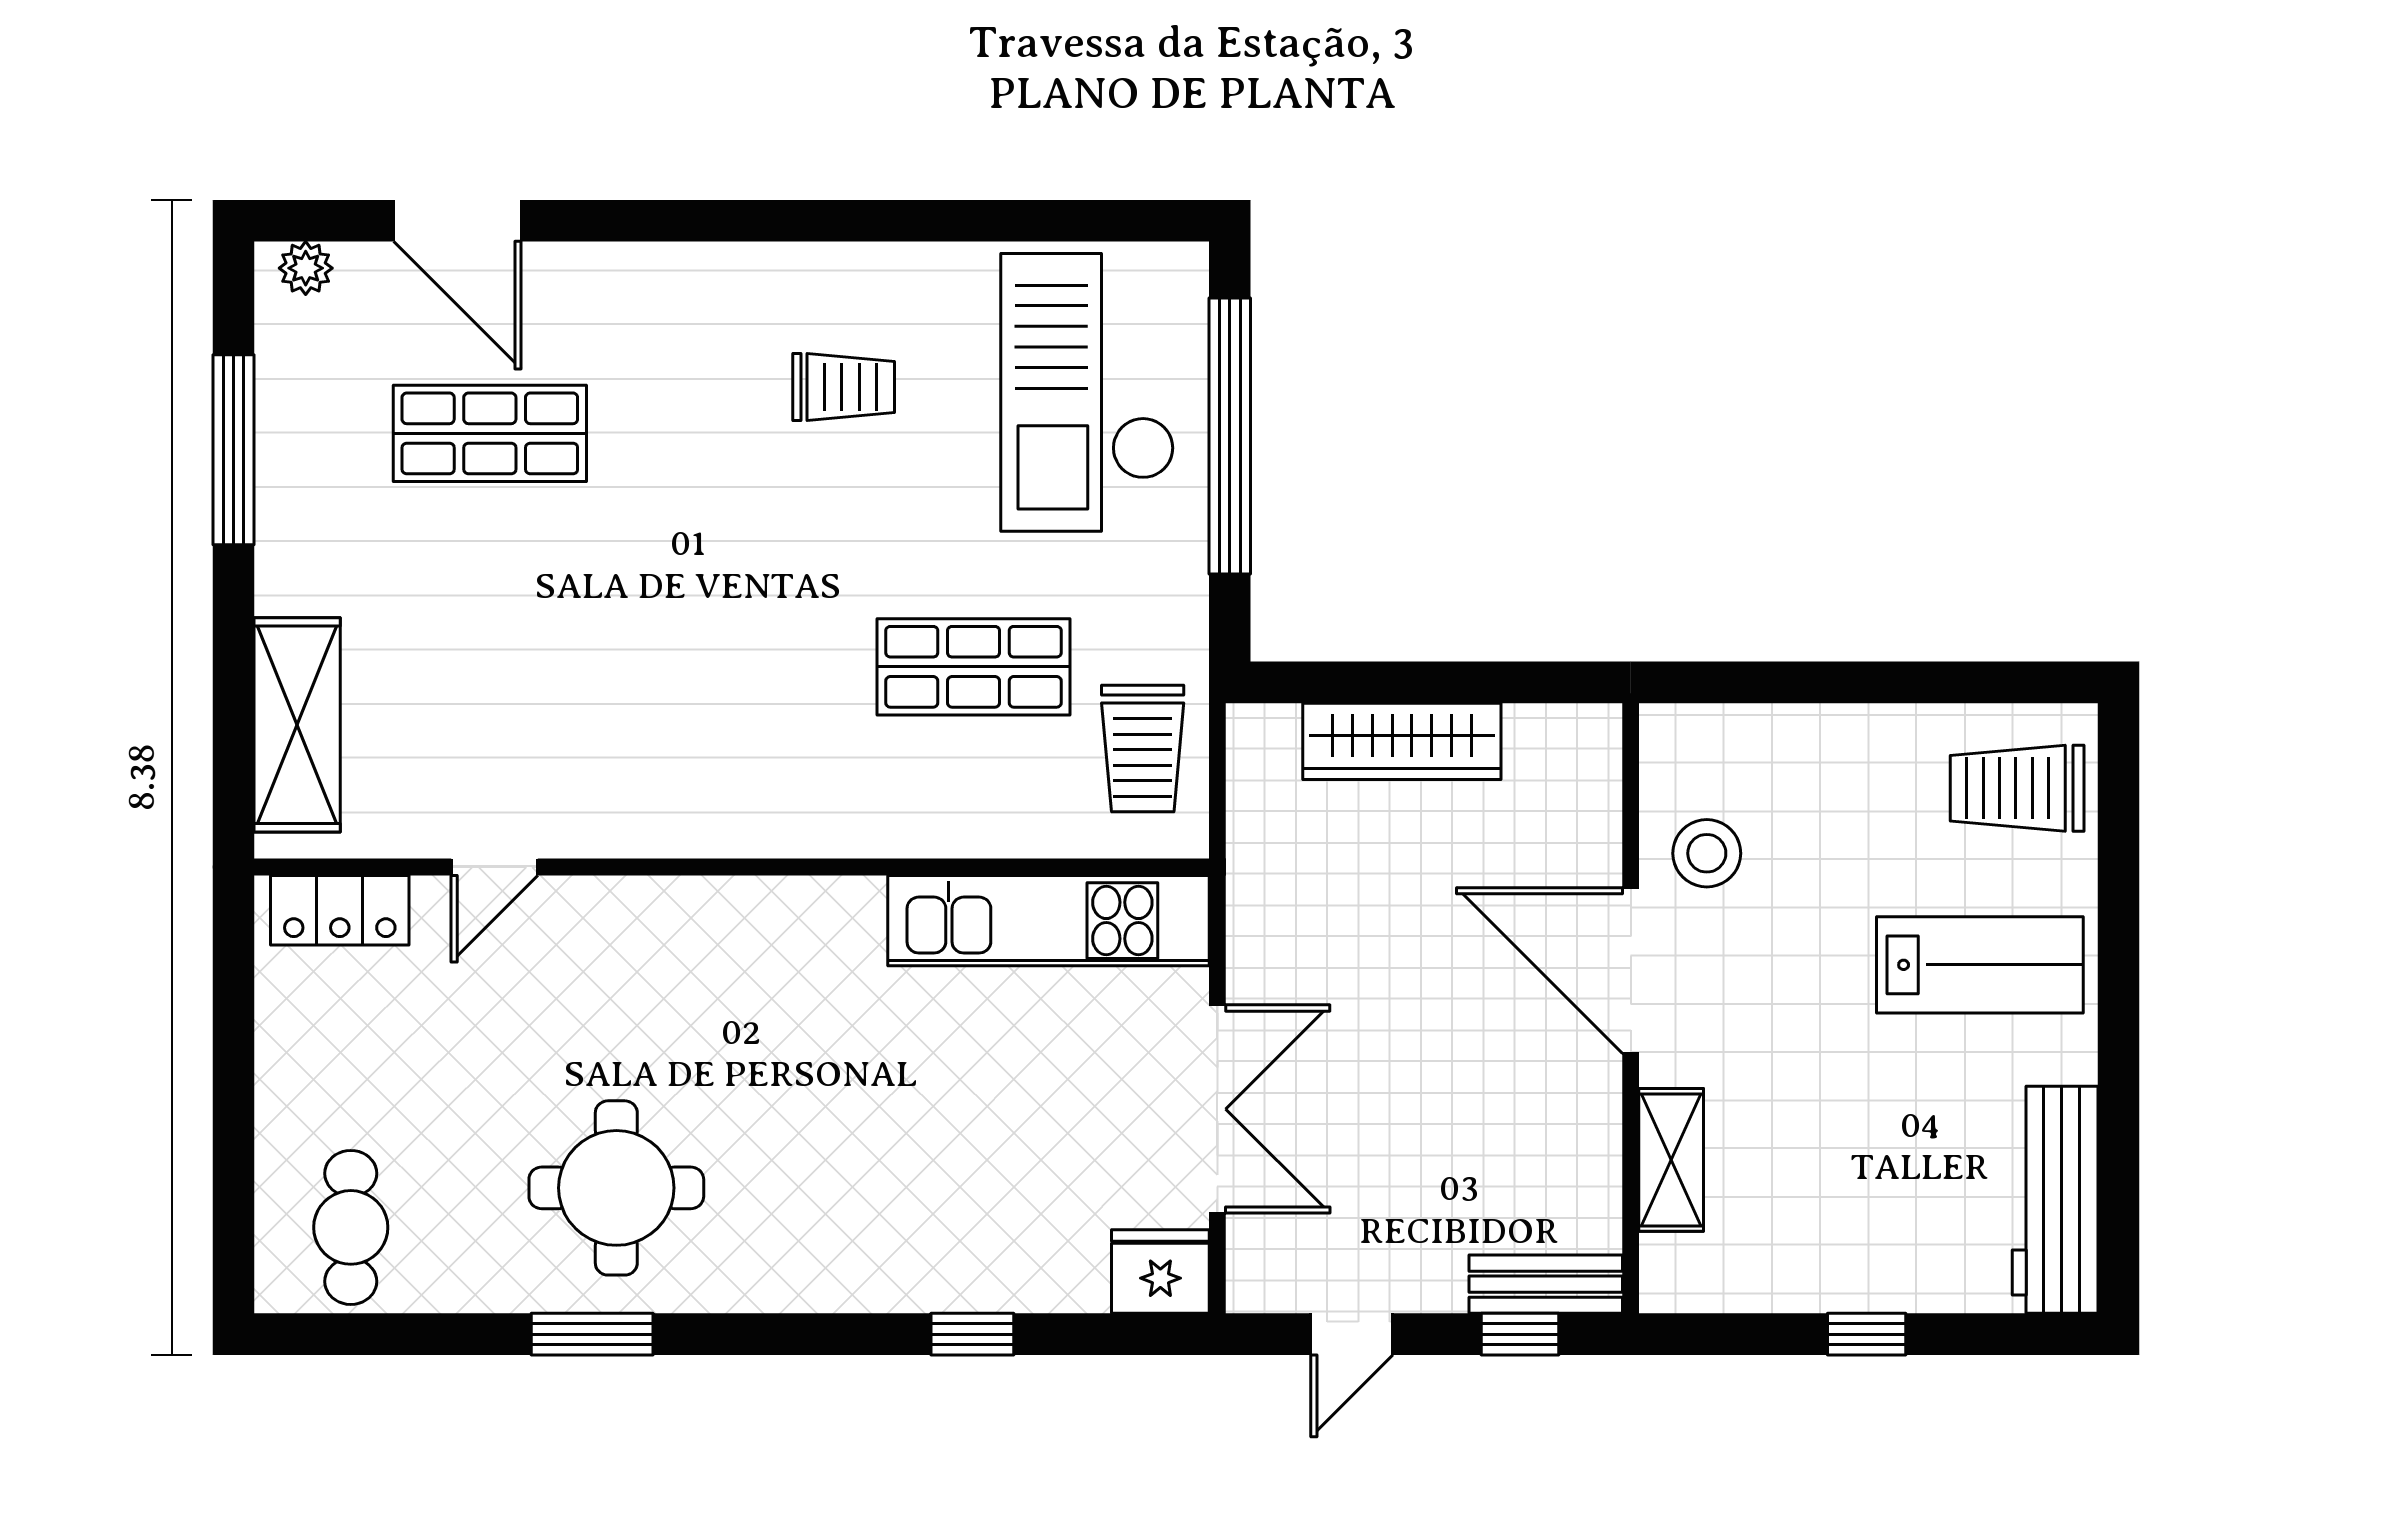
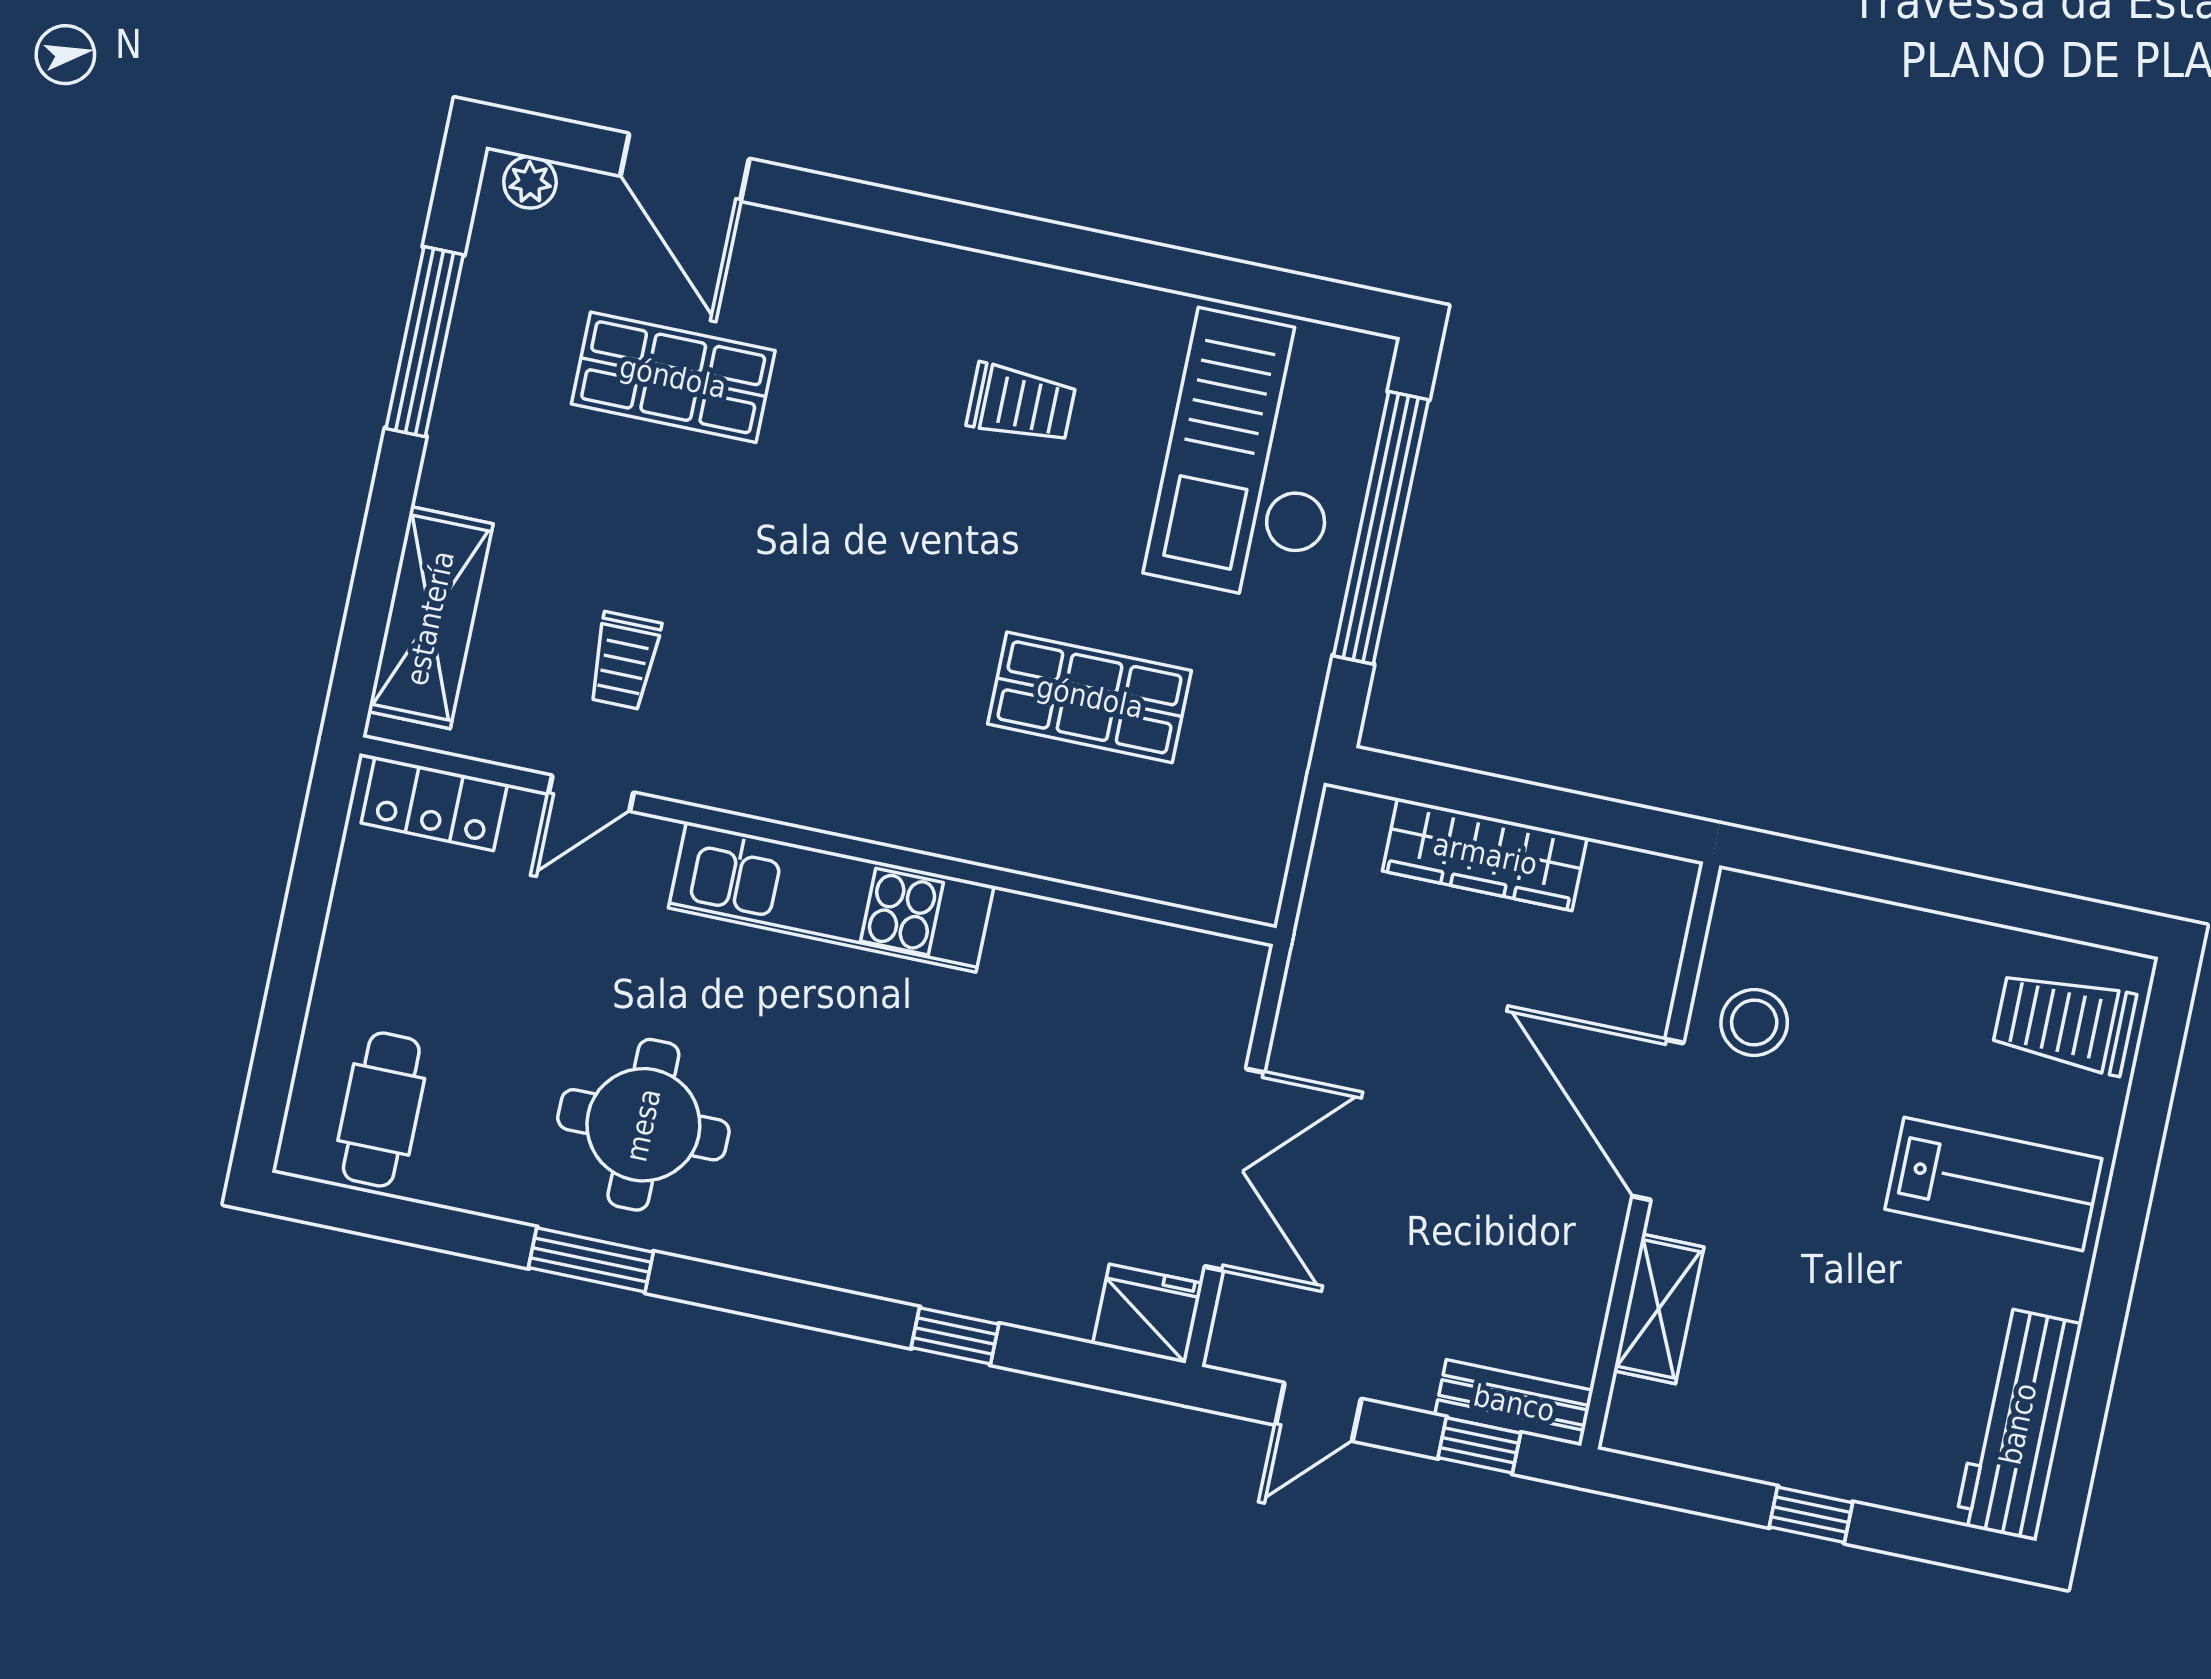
trolley: (1143, 749) -> (624, 661), moved, width x0.73, depth x0.72
kitchen unit: (1048, 921) -> (831, 897), moved

